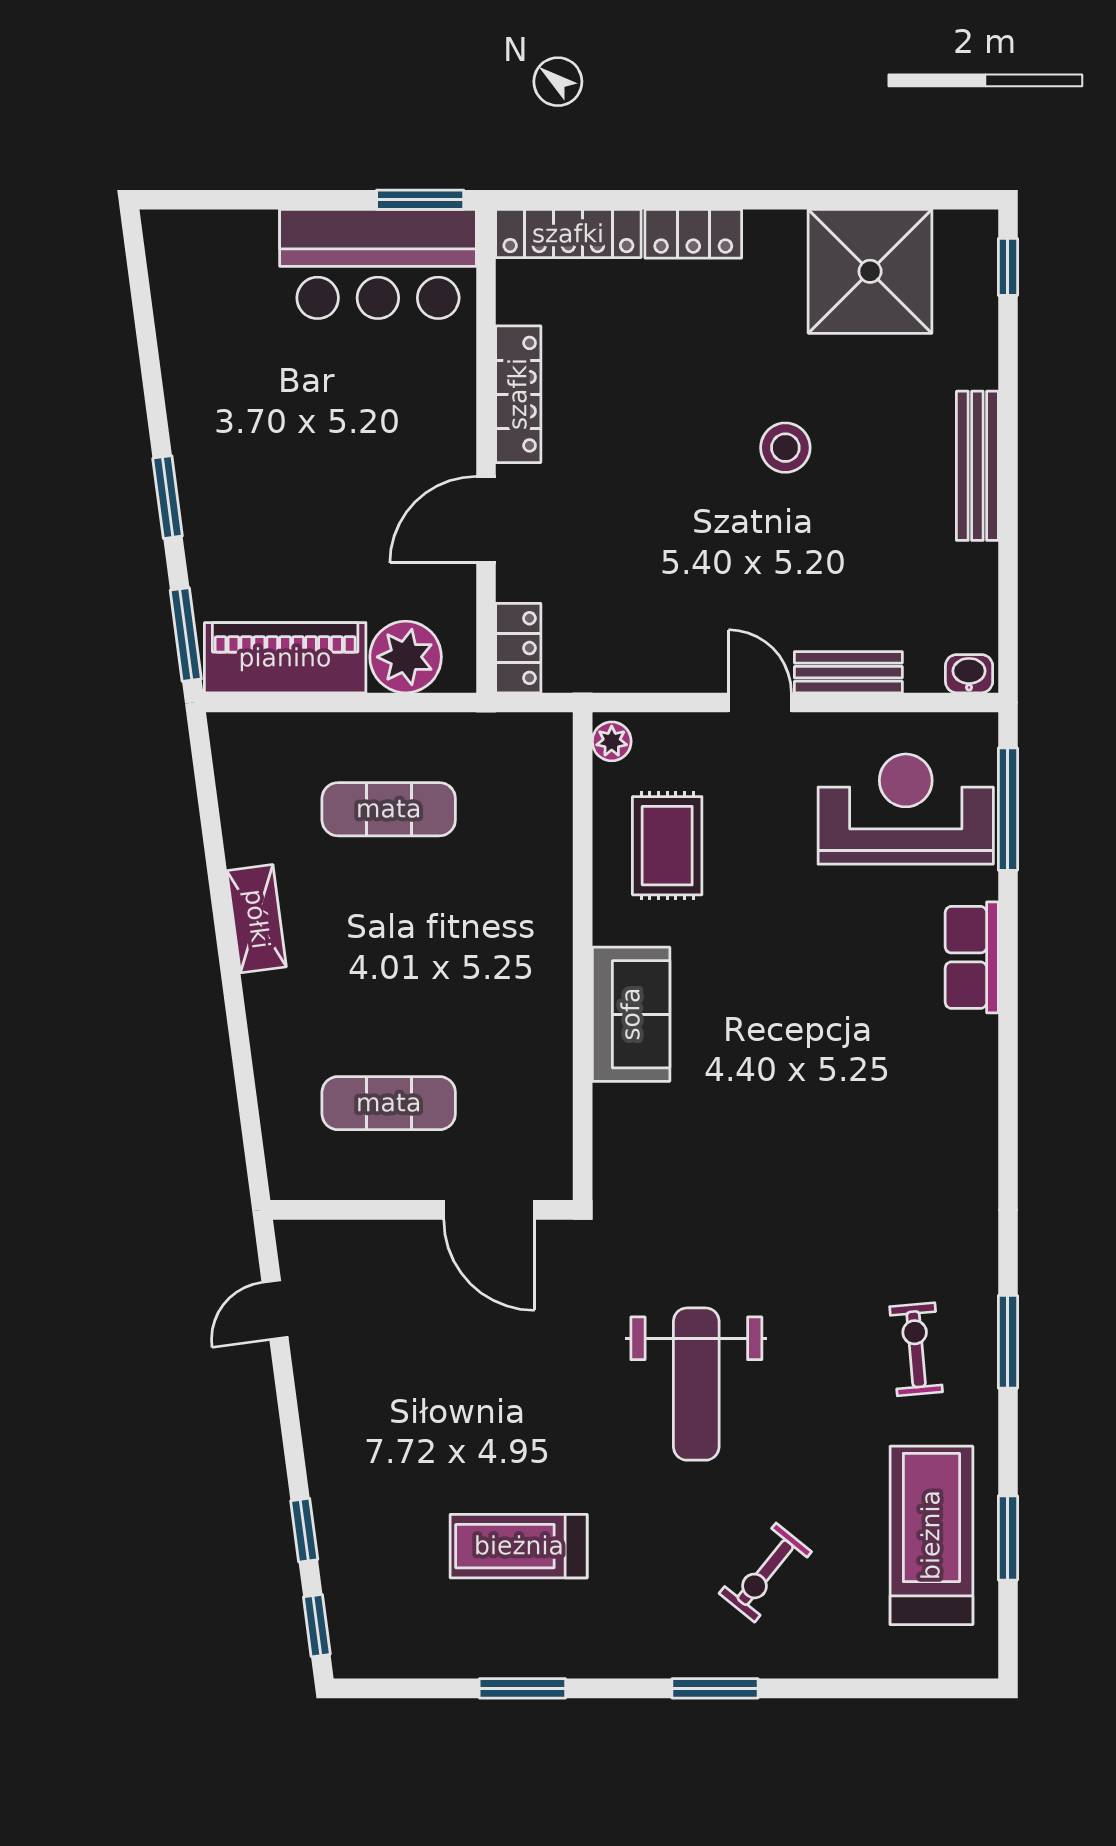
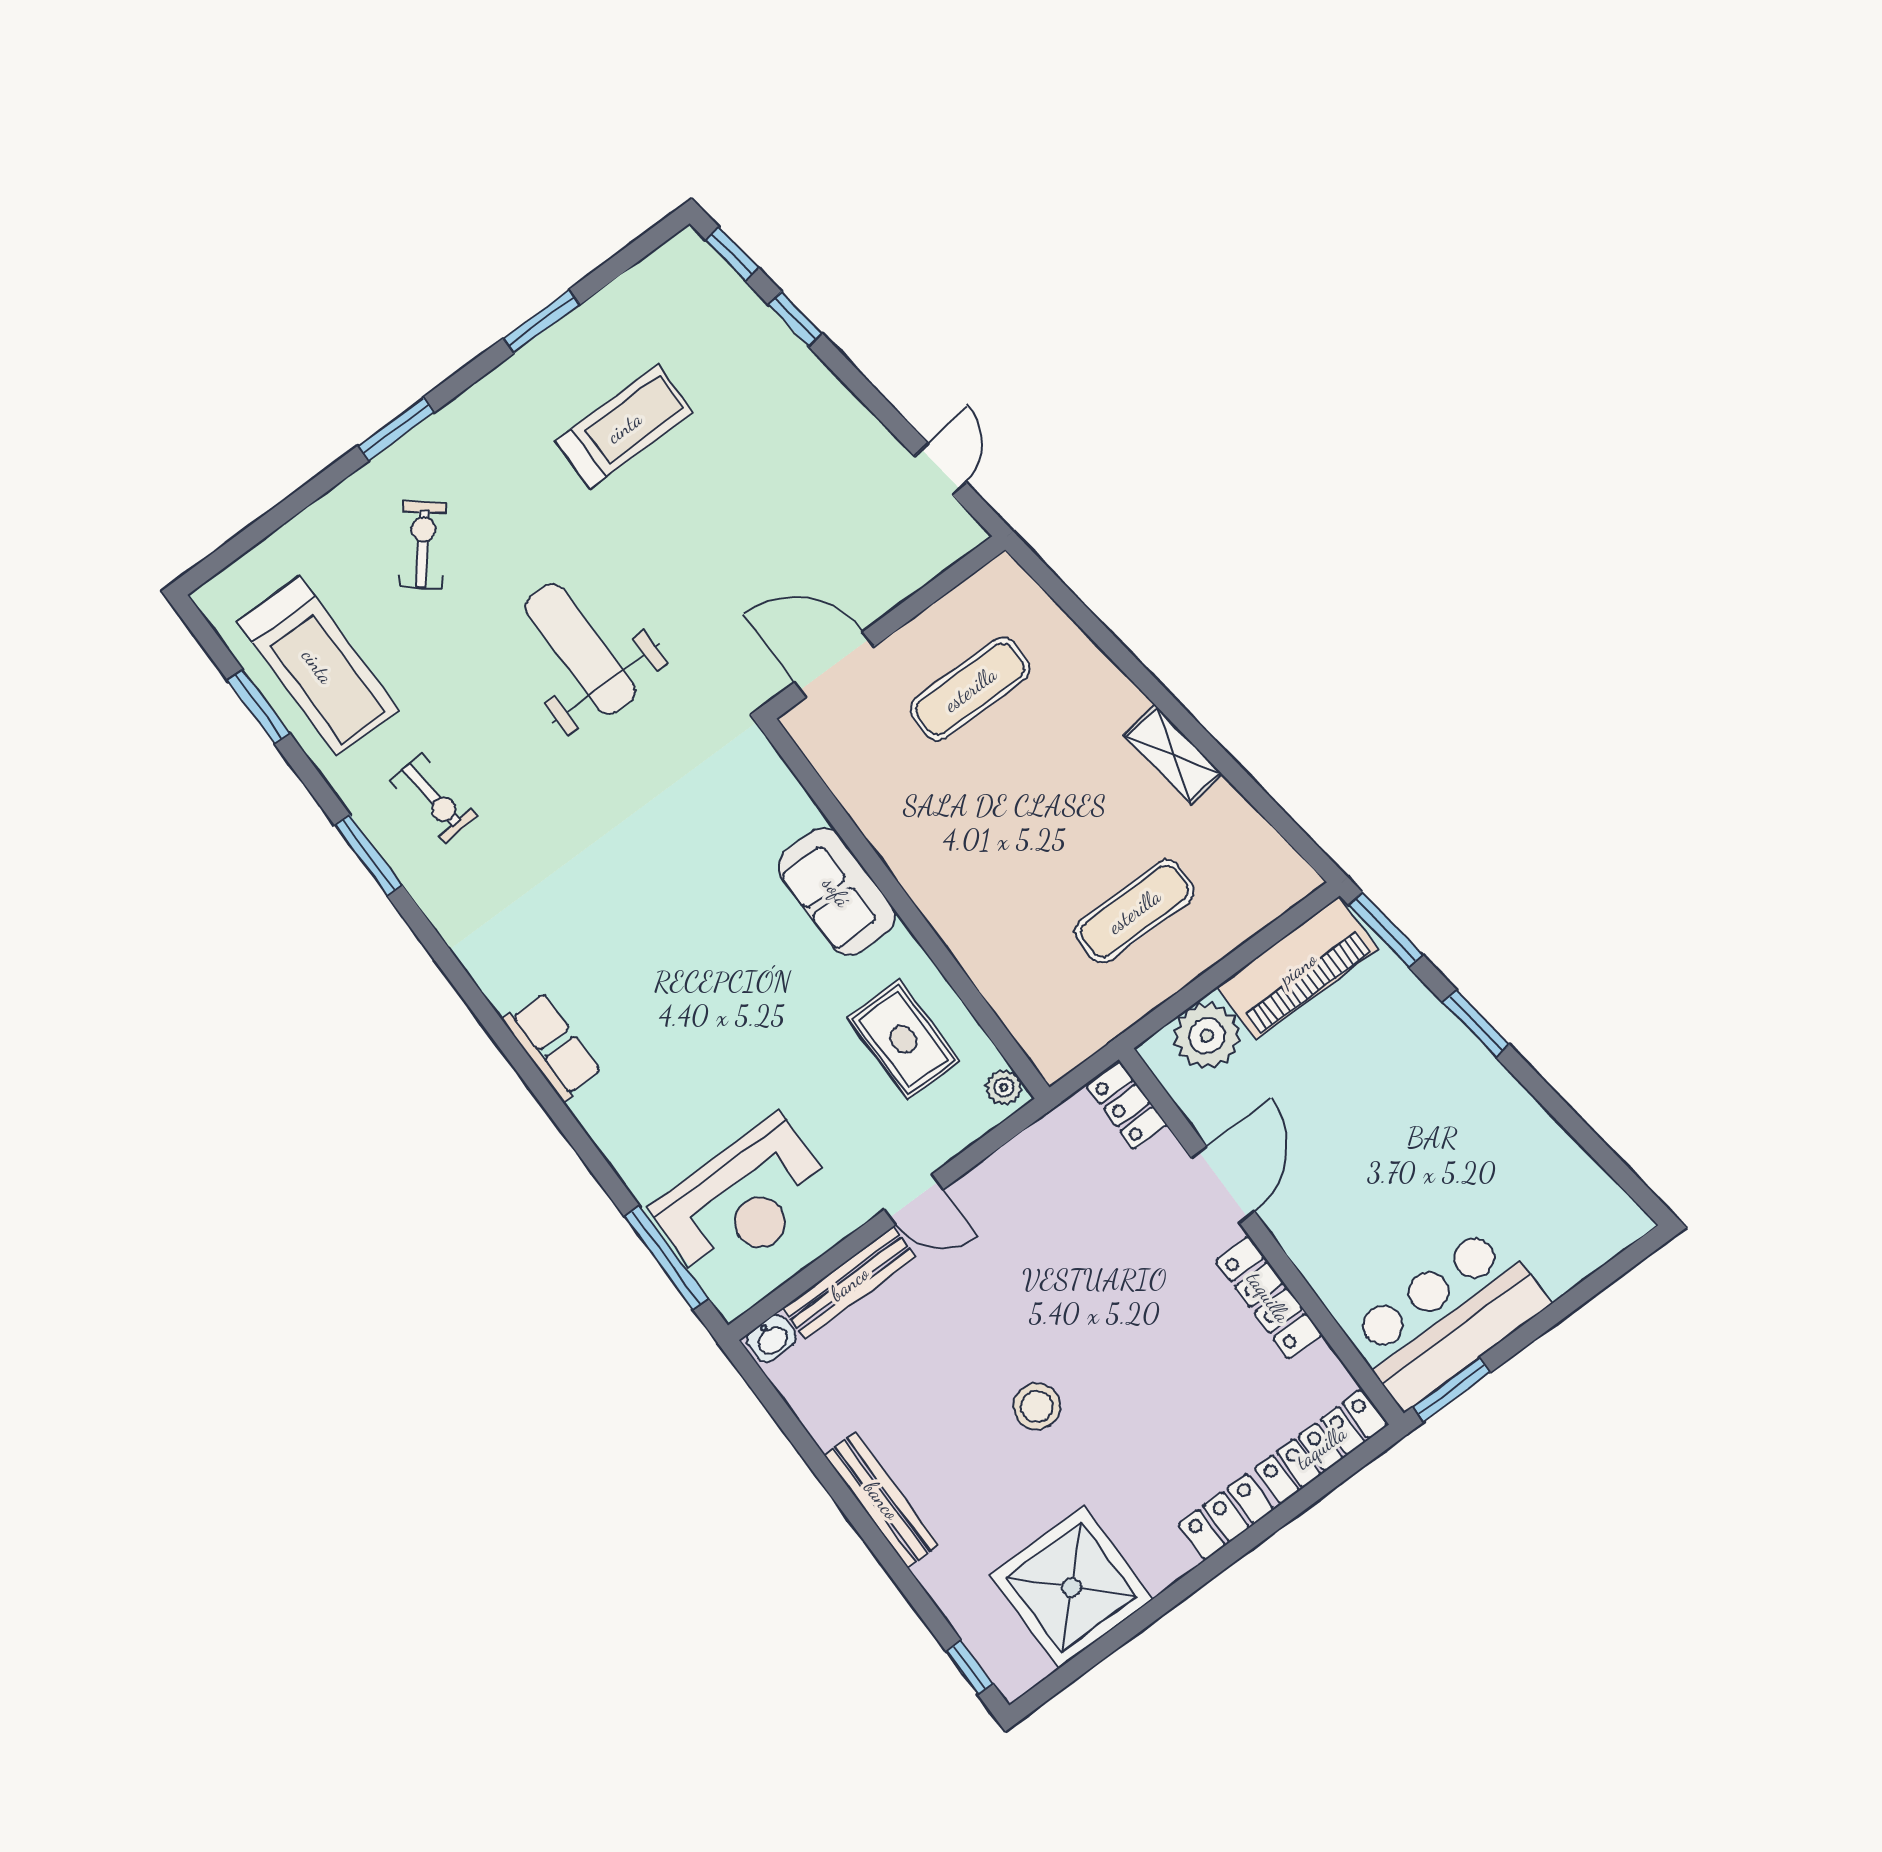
bench: (848, 672) -> (849, 1283), width x1.36
row of seats: (972, 957) -> (552, 1046), moved

